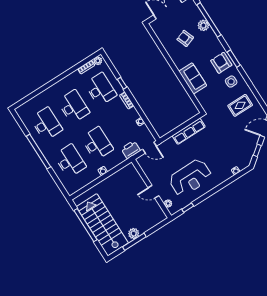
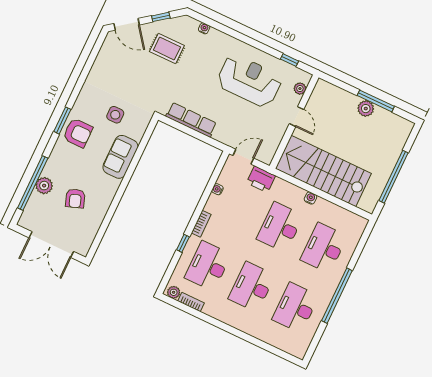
armchair: (221, 63) -> (78, 133), turned -90
side table: (231, 82) -> (115, 115), moved
rug: (240, 105) -> (167, 49), moved
door: (149, 148) -> (243, 157), hinge flipped
stairs: (102, 225) -> (323, 171), moved, turned 90

